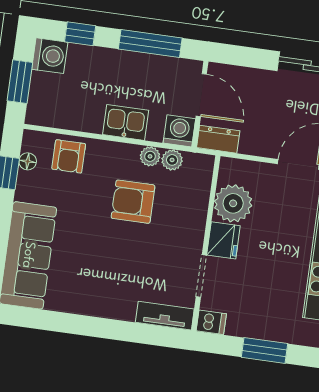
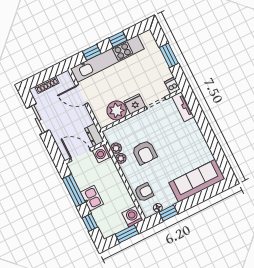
washing machine: (50, 56) -> (132, 216), moved
door: (201, 95) -> (81, 155), hinge flipped
kitchen sink: (126, 122) -> (92, 198), moved, turned 180

